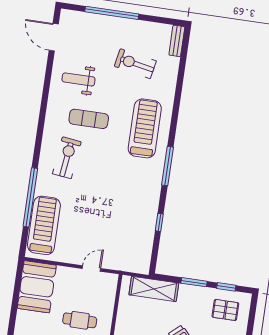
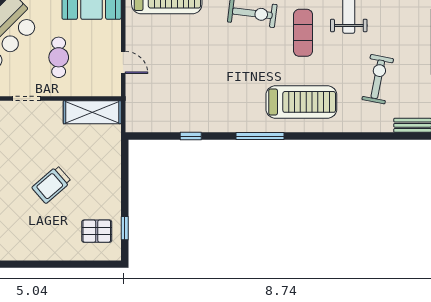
window: (194, 282) -> (125, 188), removed
shelving: (154, 289) -> (92, 112), moved, turned 90
pallet: (225, 310) -> (97, 231), turned 90

